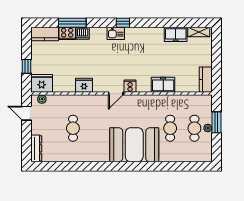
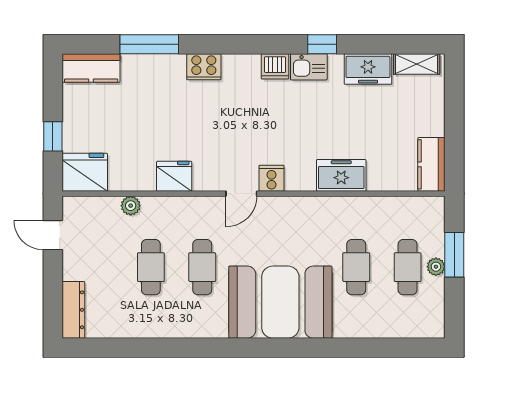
window: (123, 23) -> (322, 44), moved
cooker: (67, 33) -> (204, 67), moved
dishwasher: (83, 33) -> (275, 66), moved
kitchen sink: (116, 33) -> (309, 67), moved
plant: (42, 99) -> (131, 206), moved
cafe table: (97, 128) -> (202, 267), added

